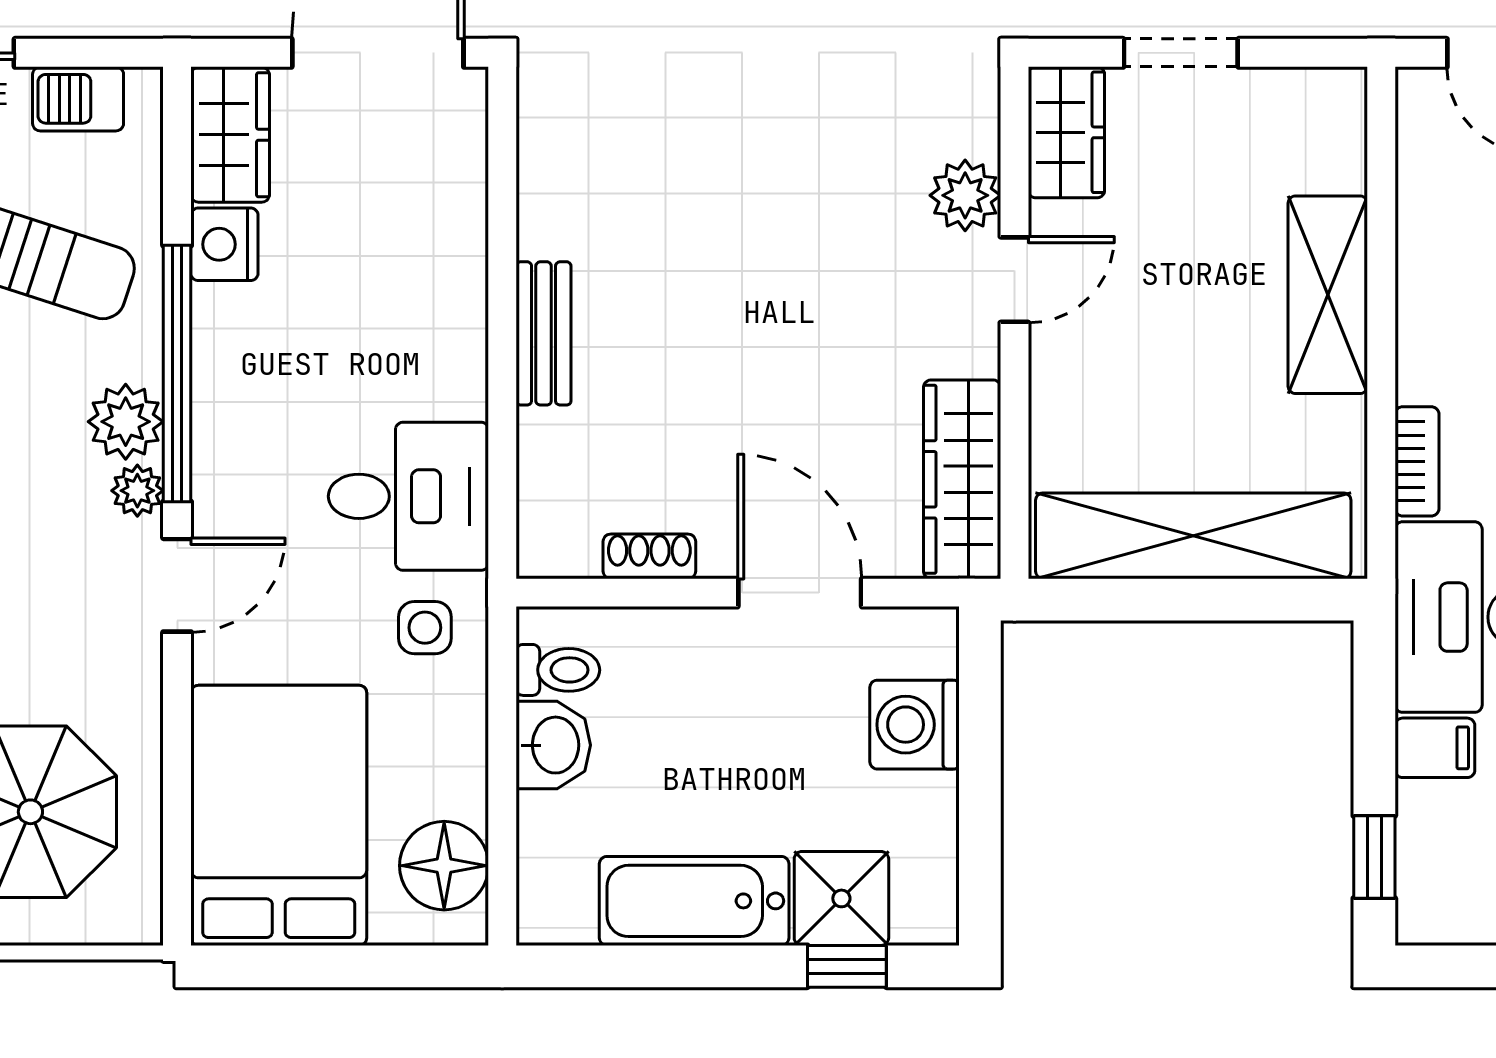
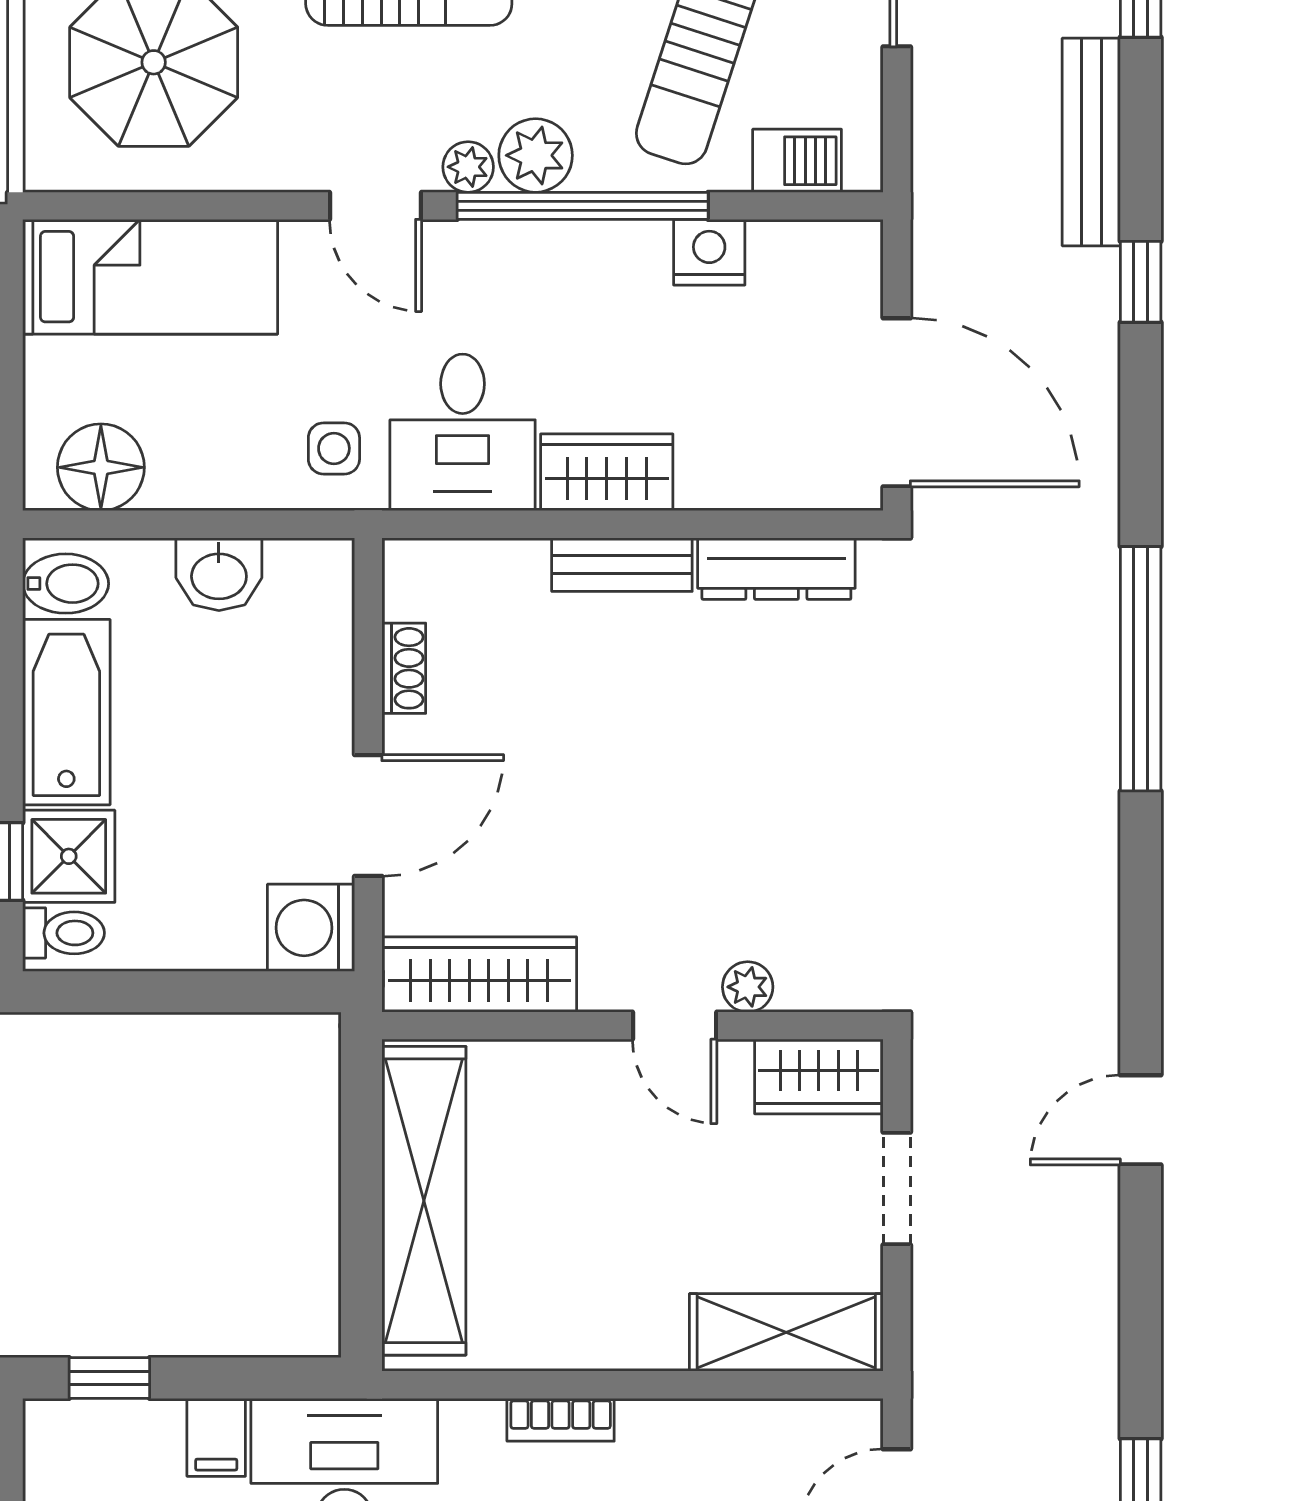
barbecue: (78, 99) -> (797, 161), moved, turned 90
wardrobe: (230, 135) -> (607, 472), moved, turned 180
dresser: (548, 176) -> (776, 569), added
plant: (965, 195) -> (748, 987), width x0.73, depth x0.73
shelving: (1328, 295) -> (786, 1332), moved
bookcase: (1417, 461) -> (561, 1420), moved
toilet: (558, 670) -> (64, 933), moved, turned -90
washing machine: (914, 725) -> (311, 928), moved, turned -90
bed: (279, 815) -> (150, 277), width x0.67
bidet: (563, 902) -> (66, 584), added

